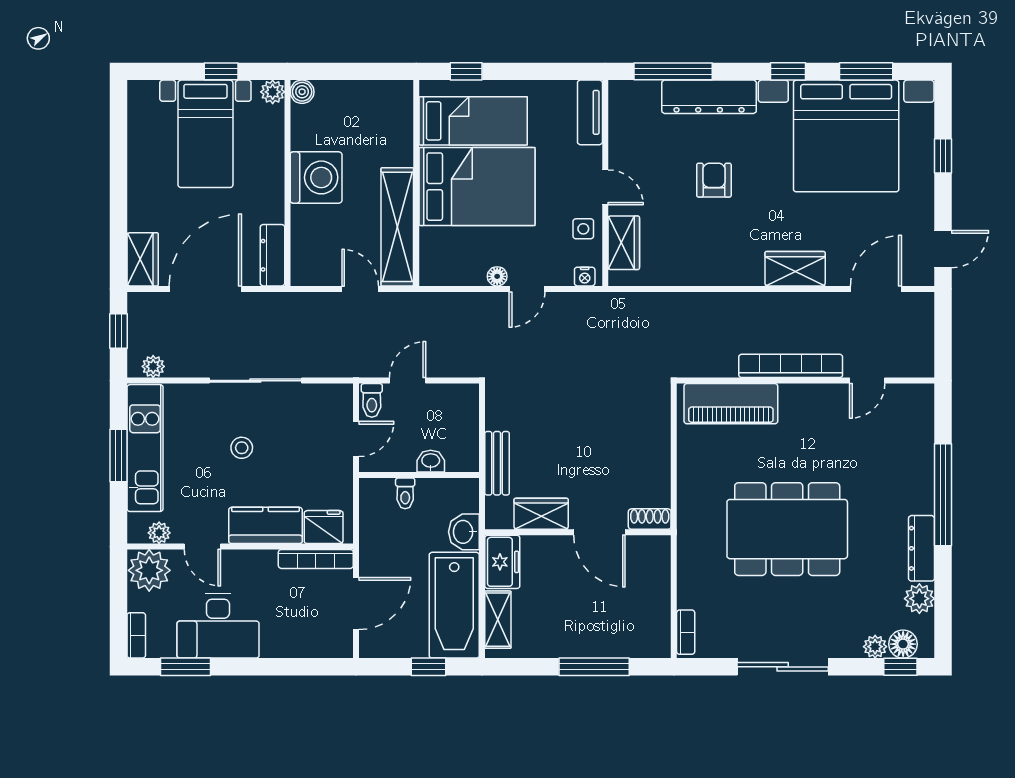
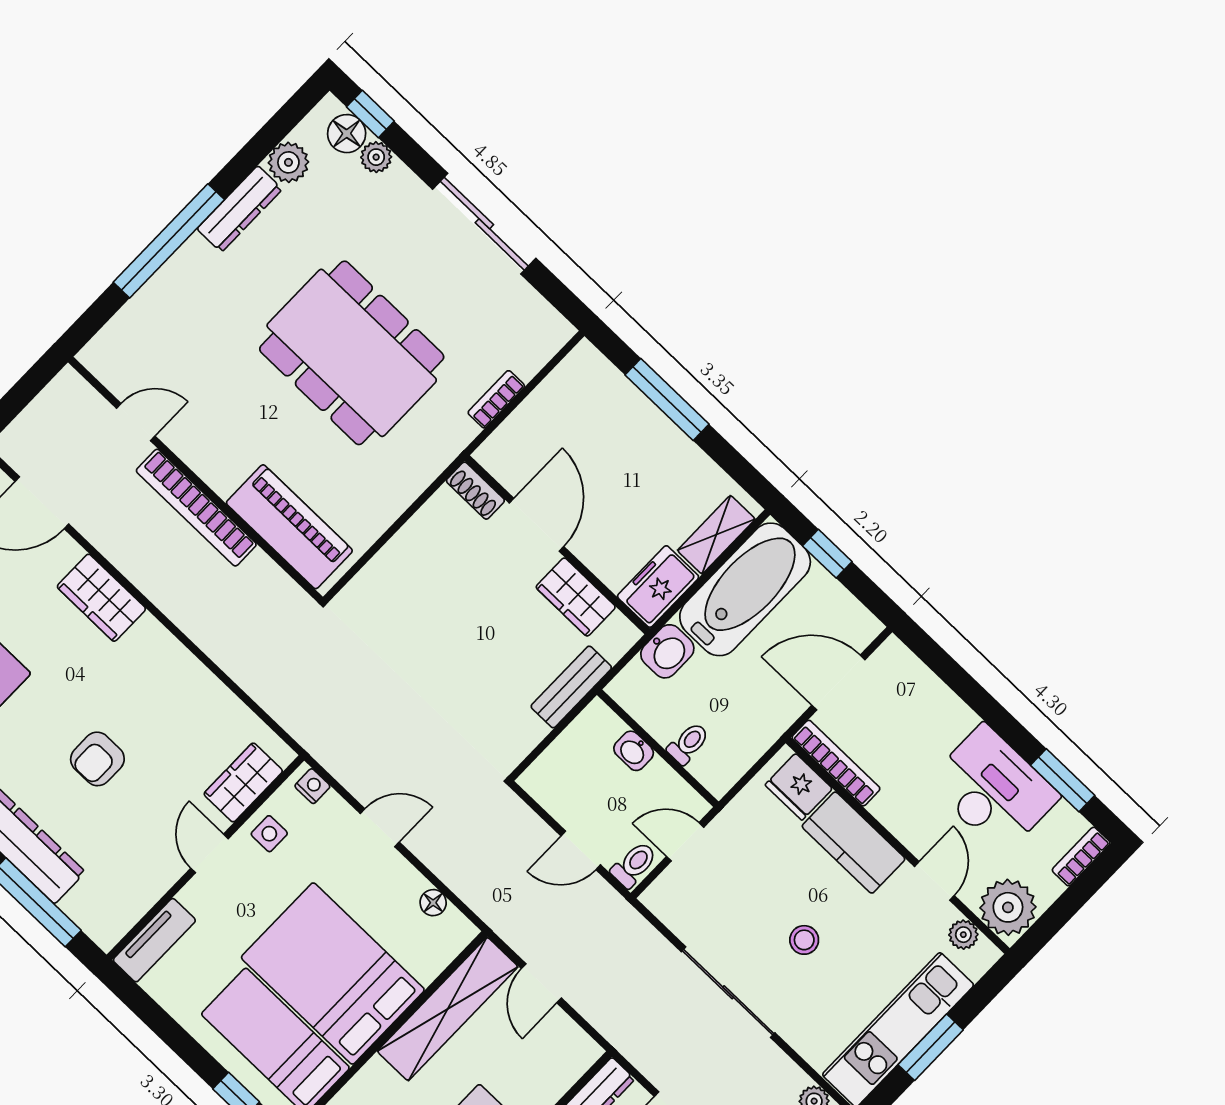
floor lamp: (497, 276) -> (433, 903), moved
bookcase: (686, 632) -> (496, 399), moved

